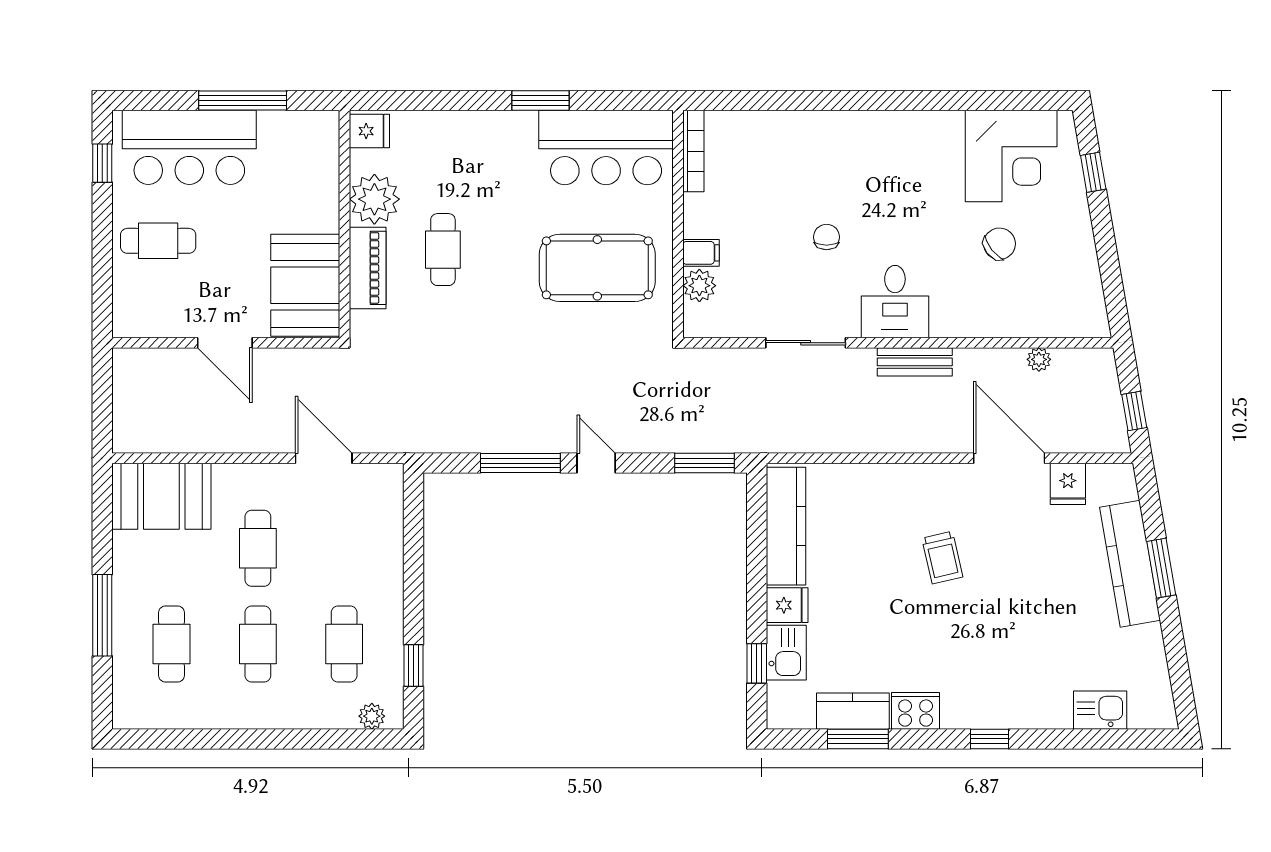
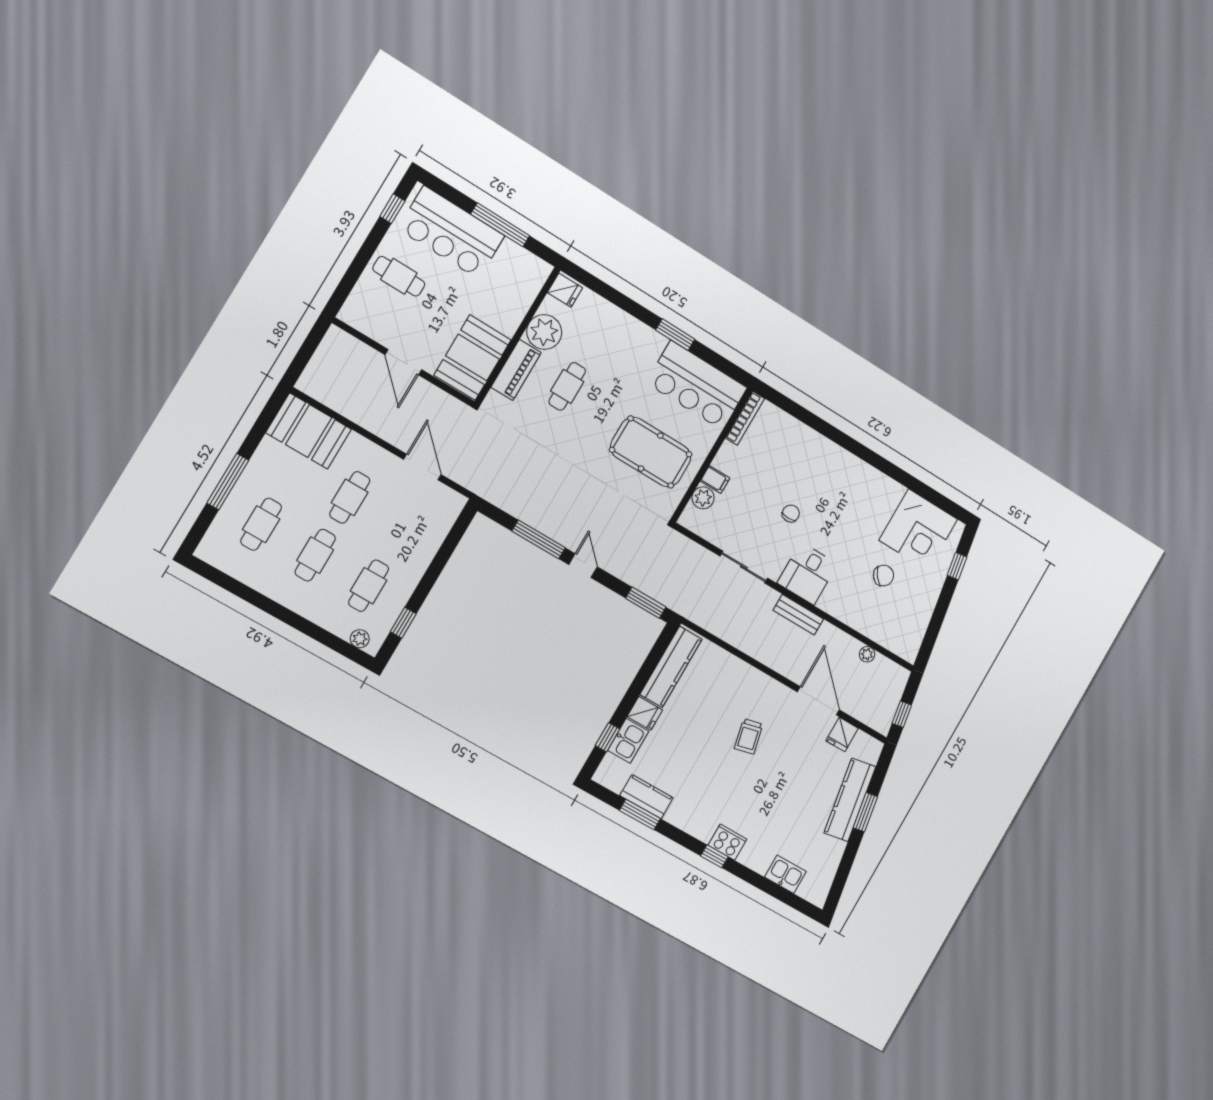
cooker: (916, 711) -> (728, 842), moved

